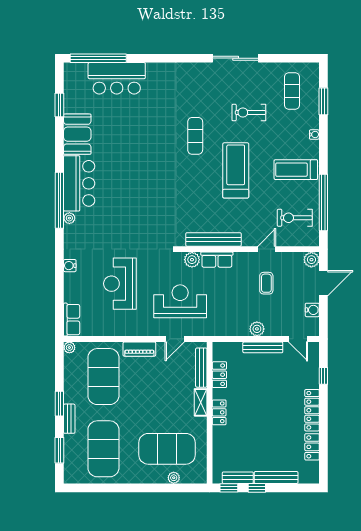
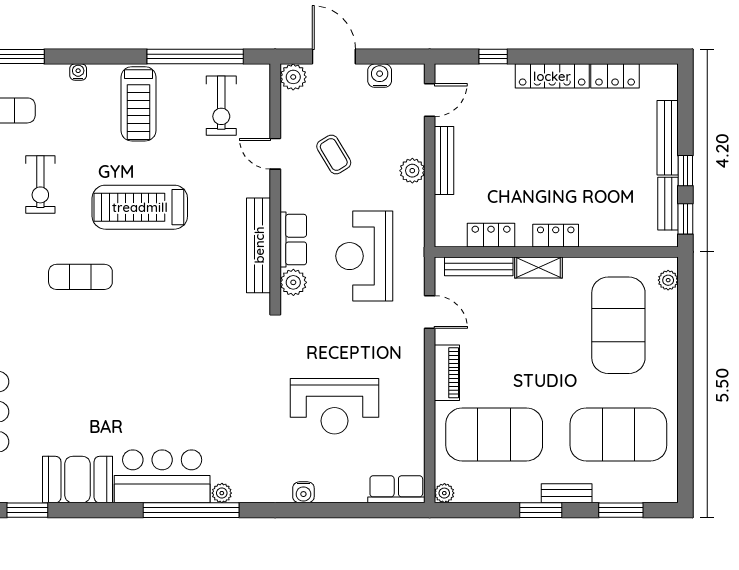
coffee table: (266, 283) -> (334, 154), turned 59
reception desk: (180, 301) -> (364, 256), moved
plant: (174, 478) -> (668, 280), moved

